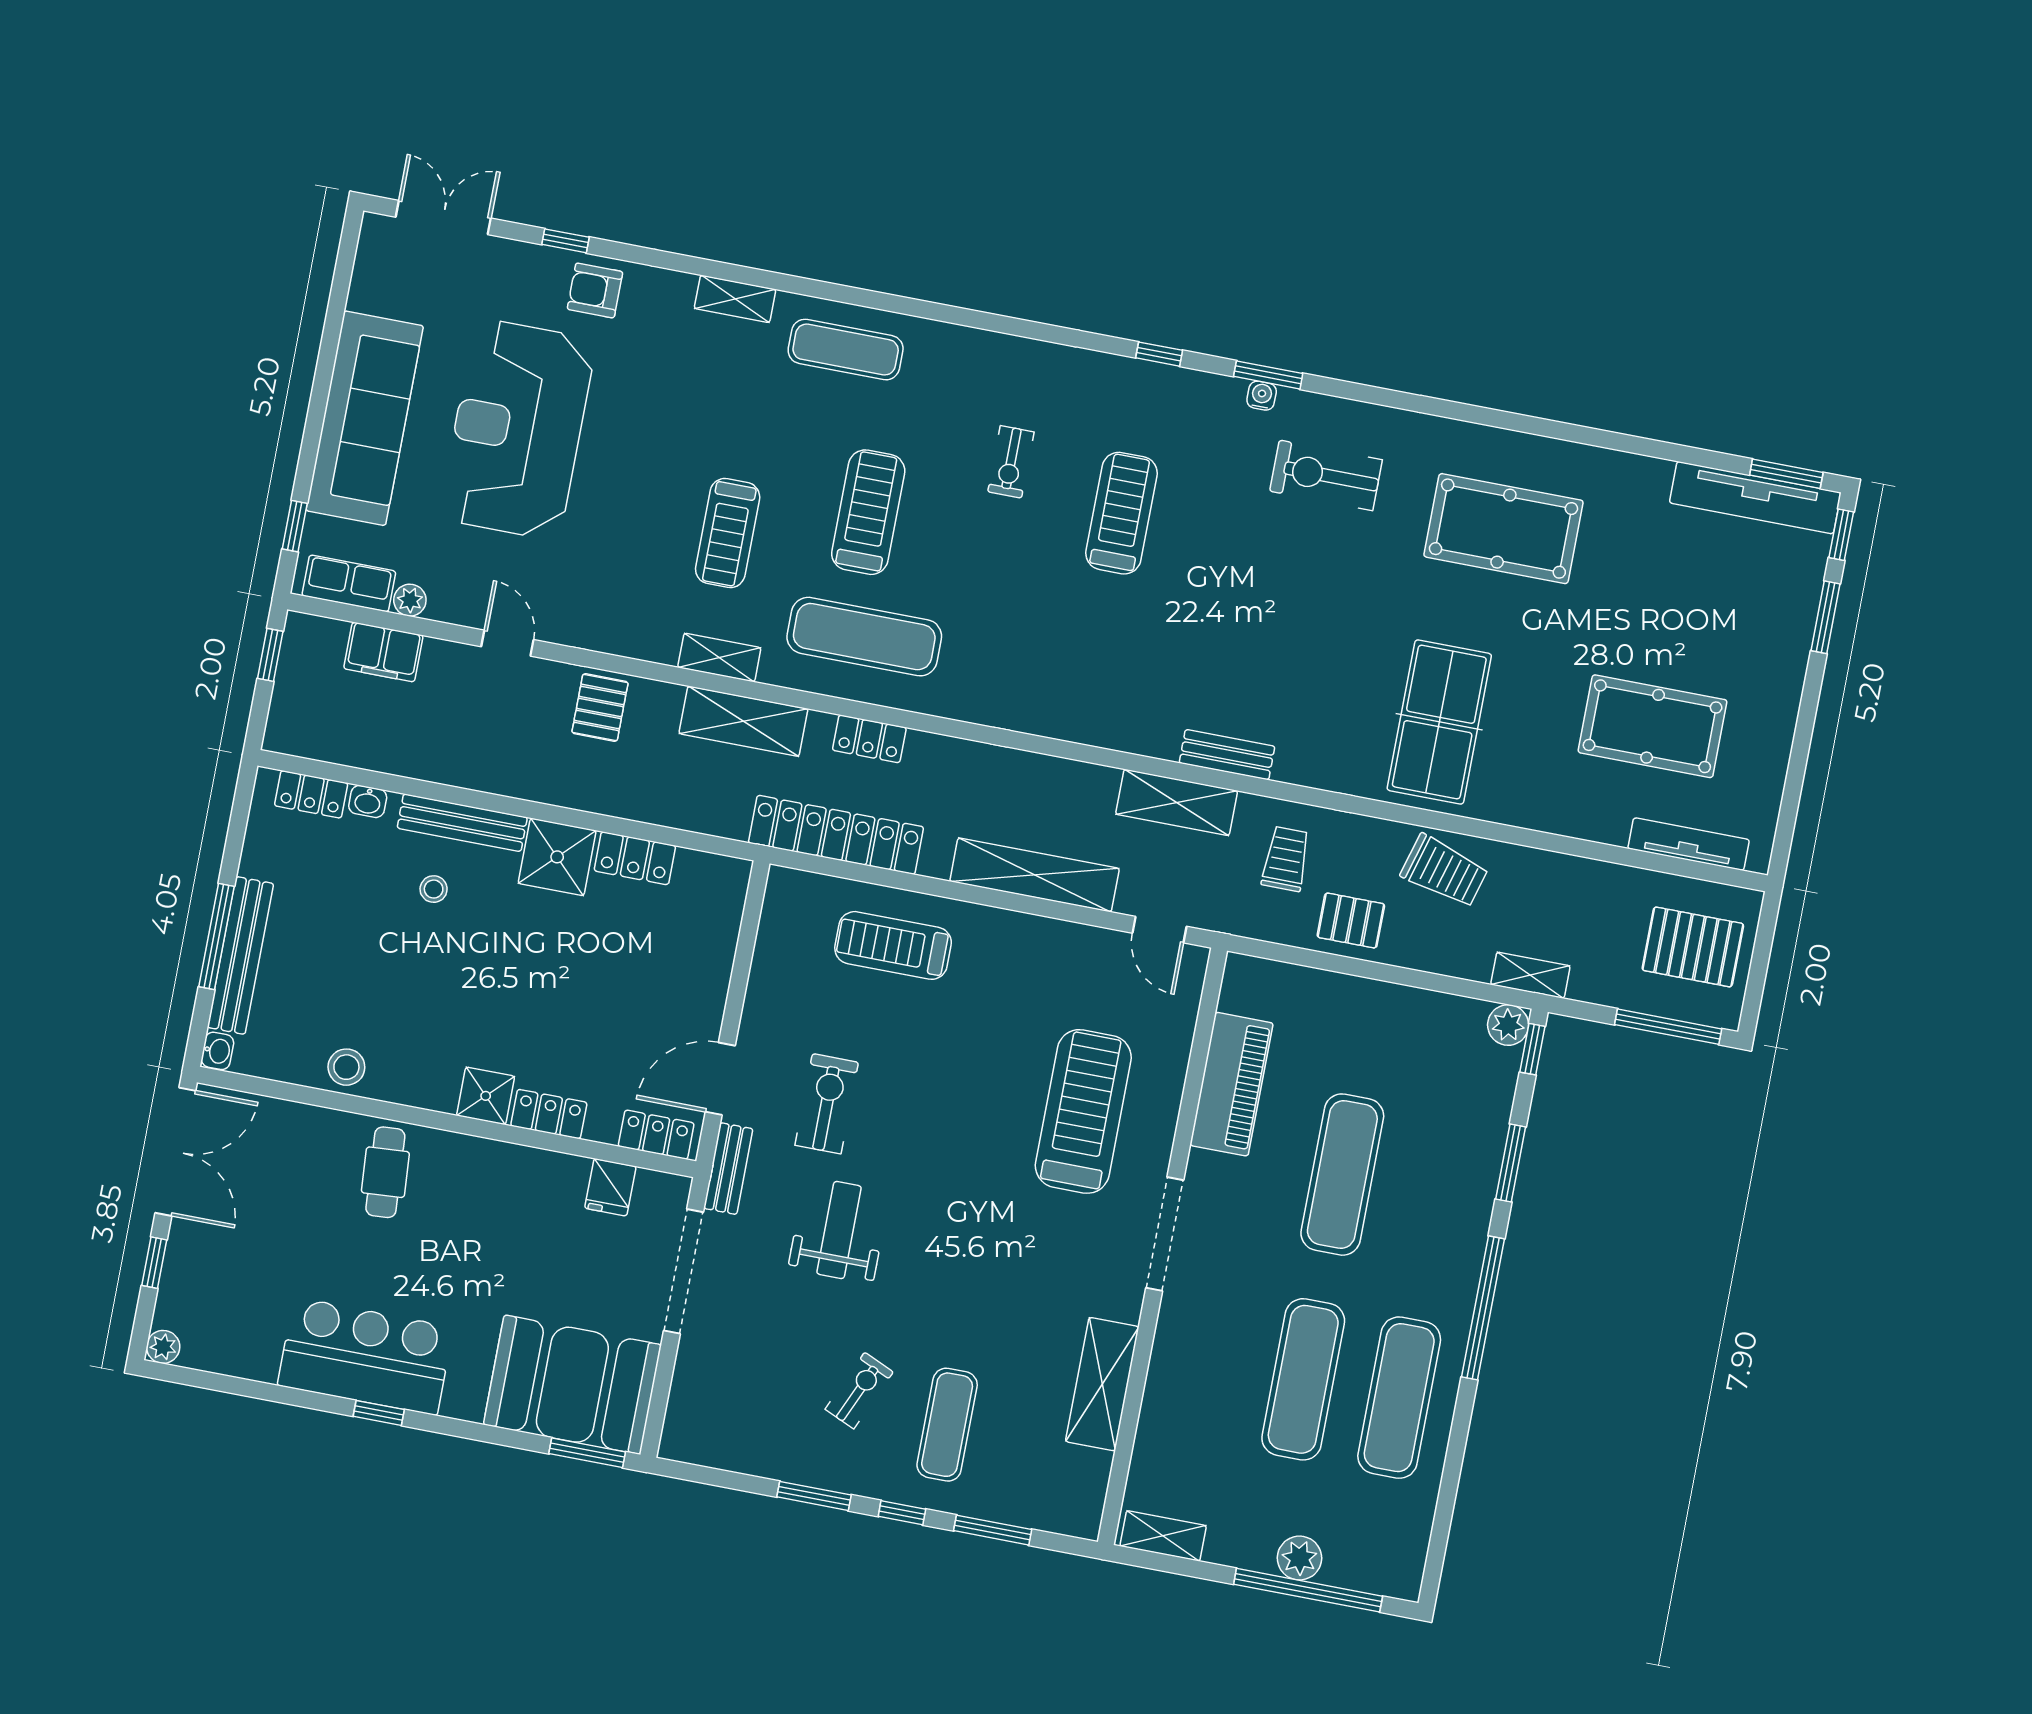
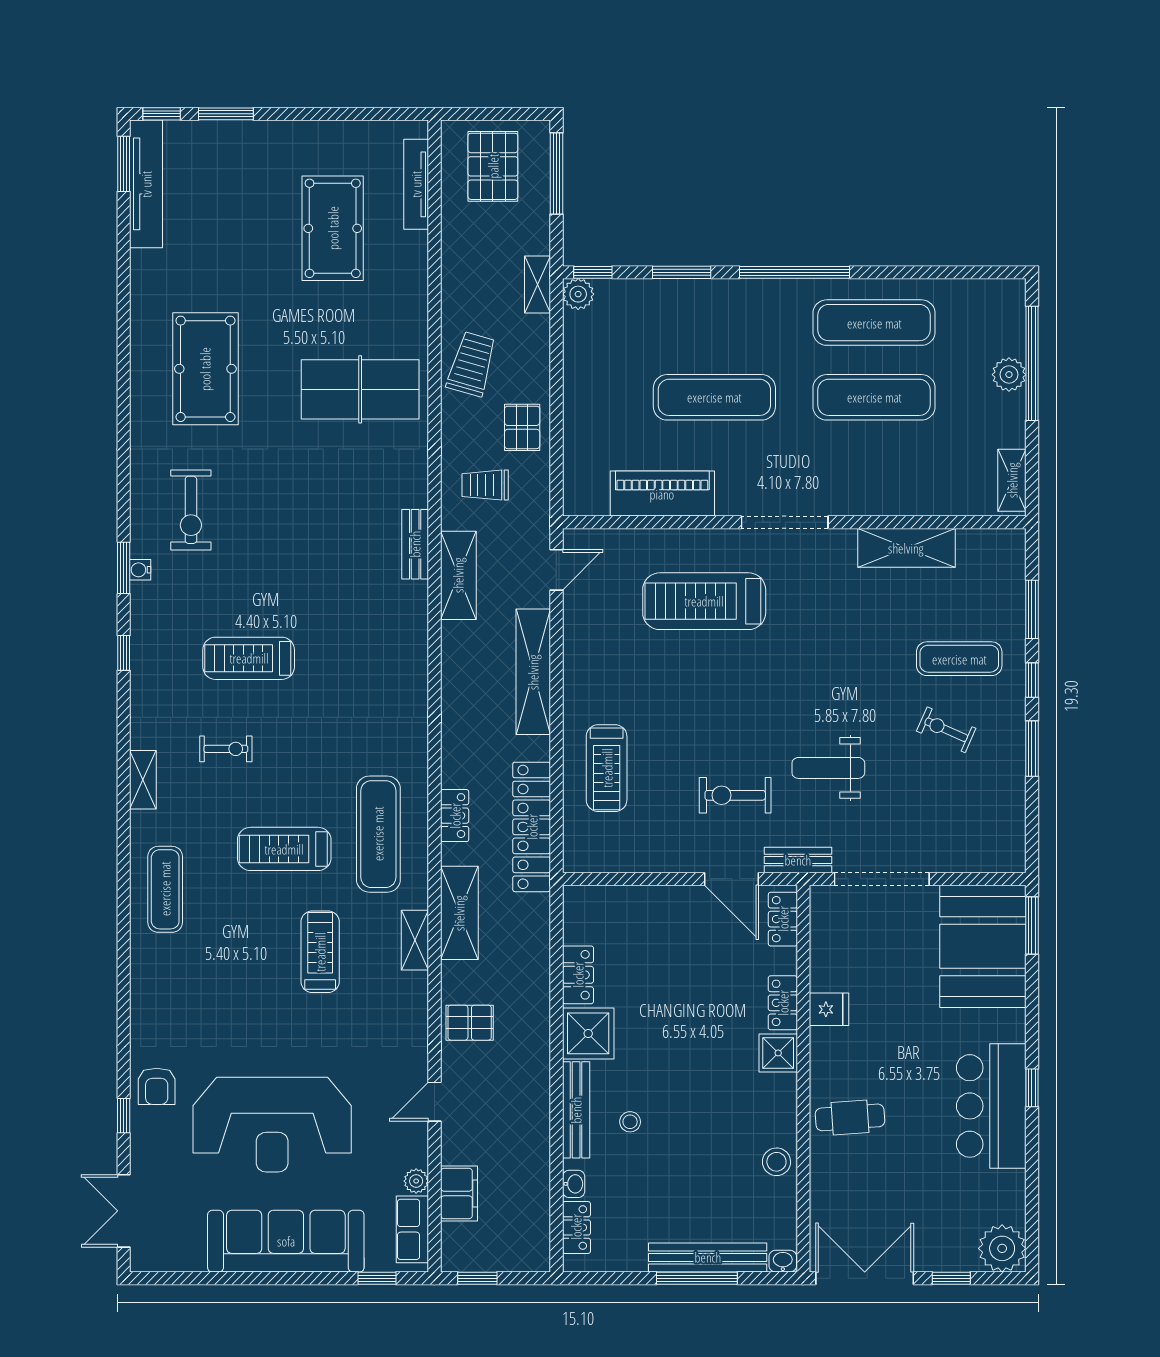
shelving: (735, 299) -> (143, 780), moved
treadmill: (728, 533) -> (320, 952), turned -90
fridge: (610, 1187) -> (829, 1009), moved
plant: (163, 1347) -> (1002, 1248), width x1.88, depth x1.88

